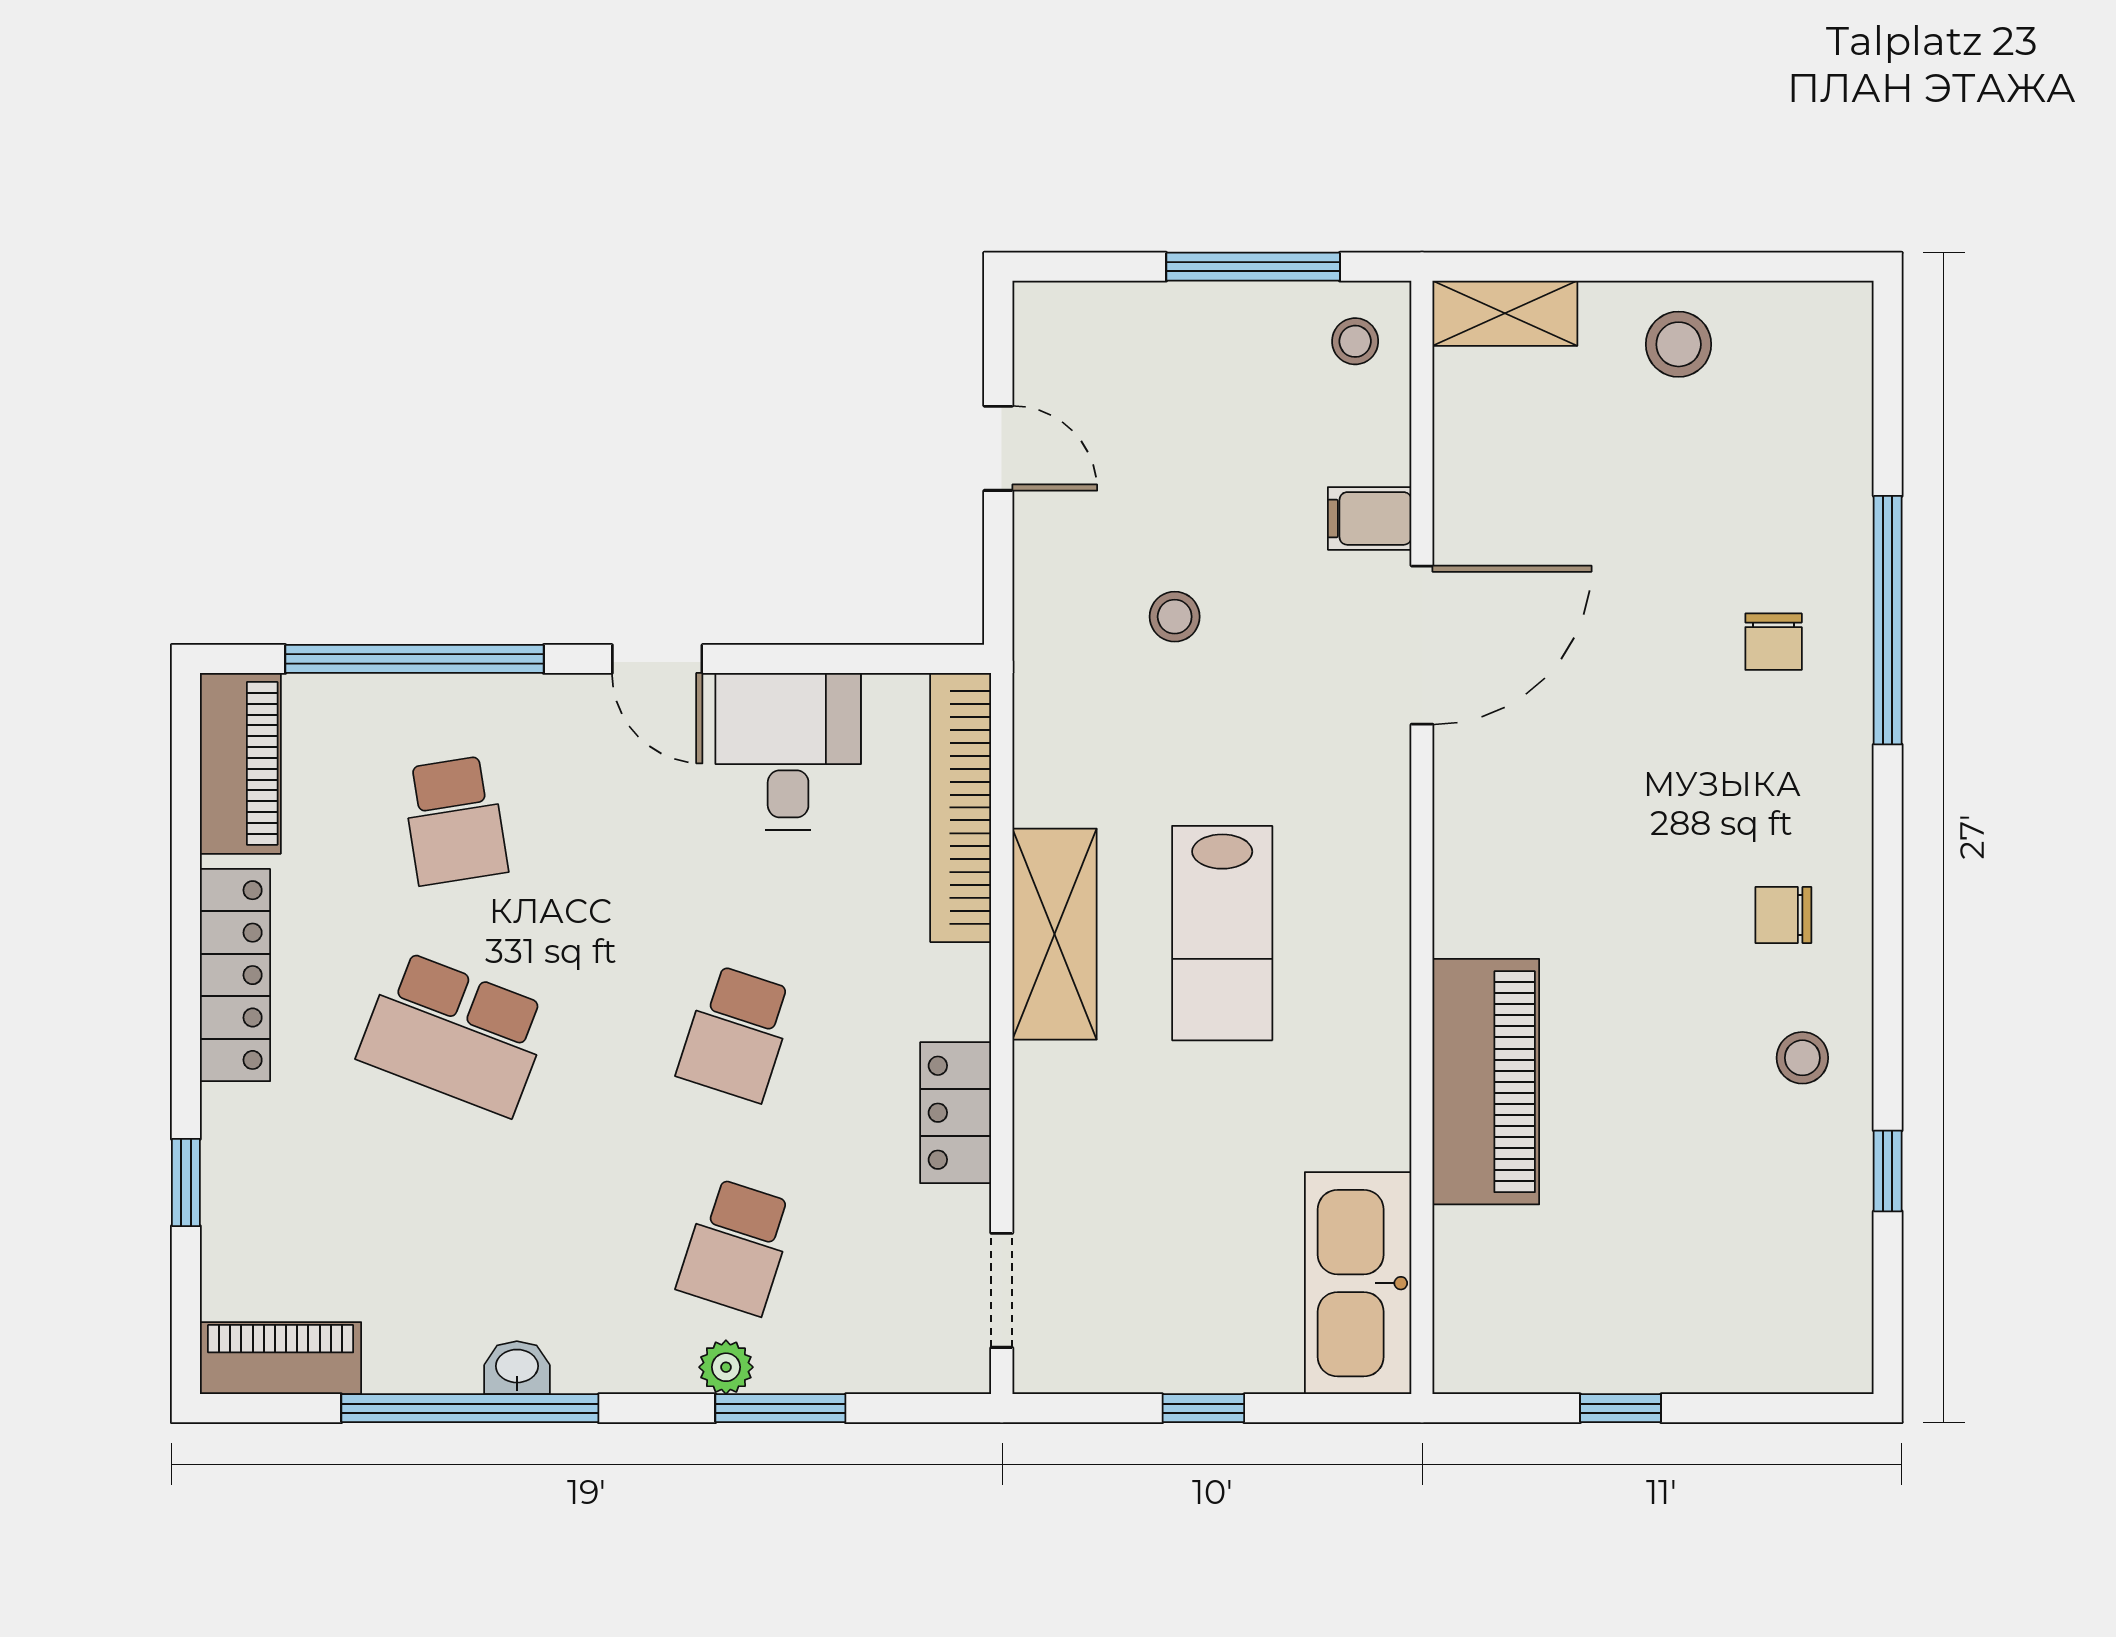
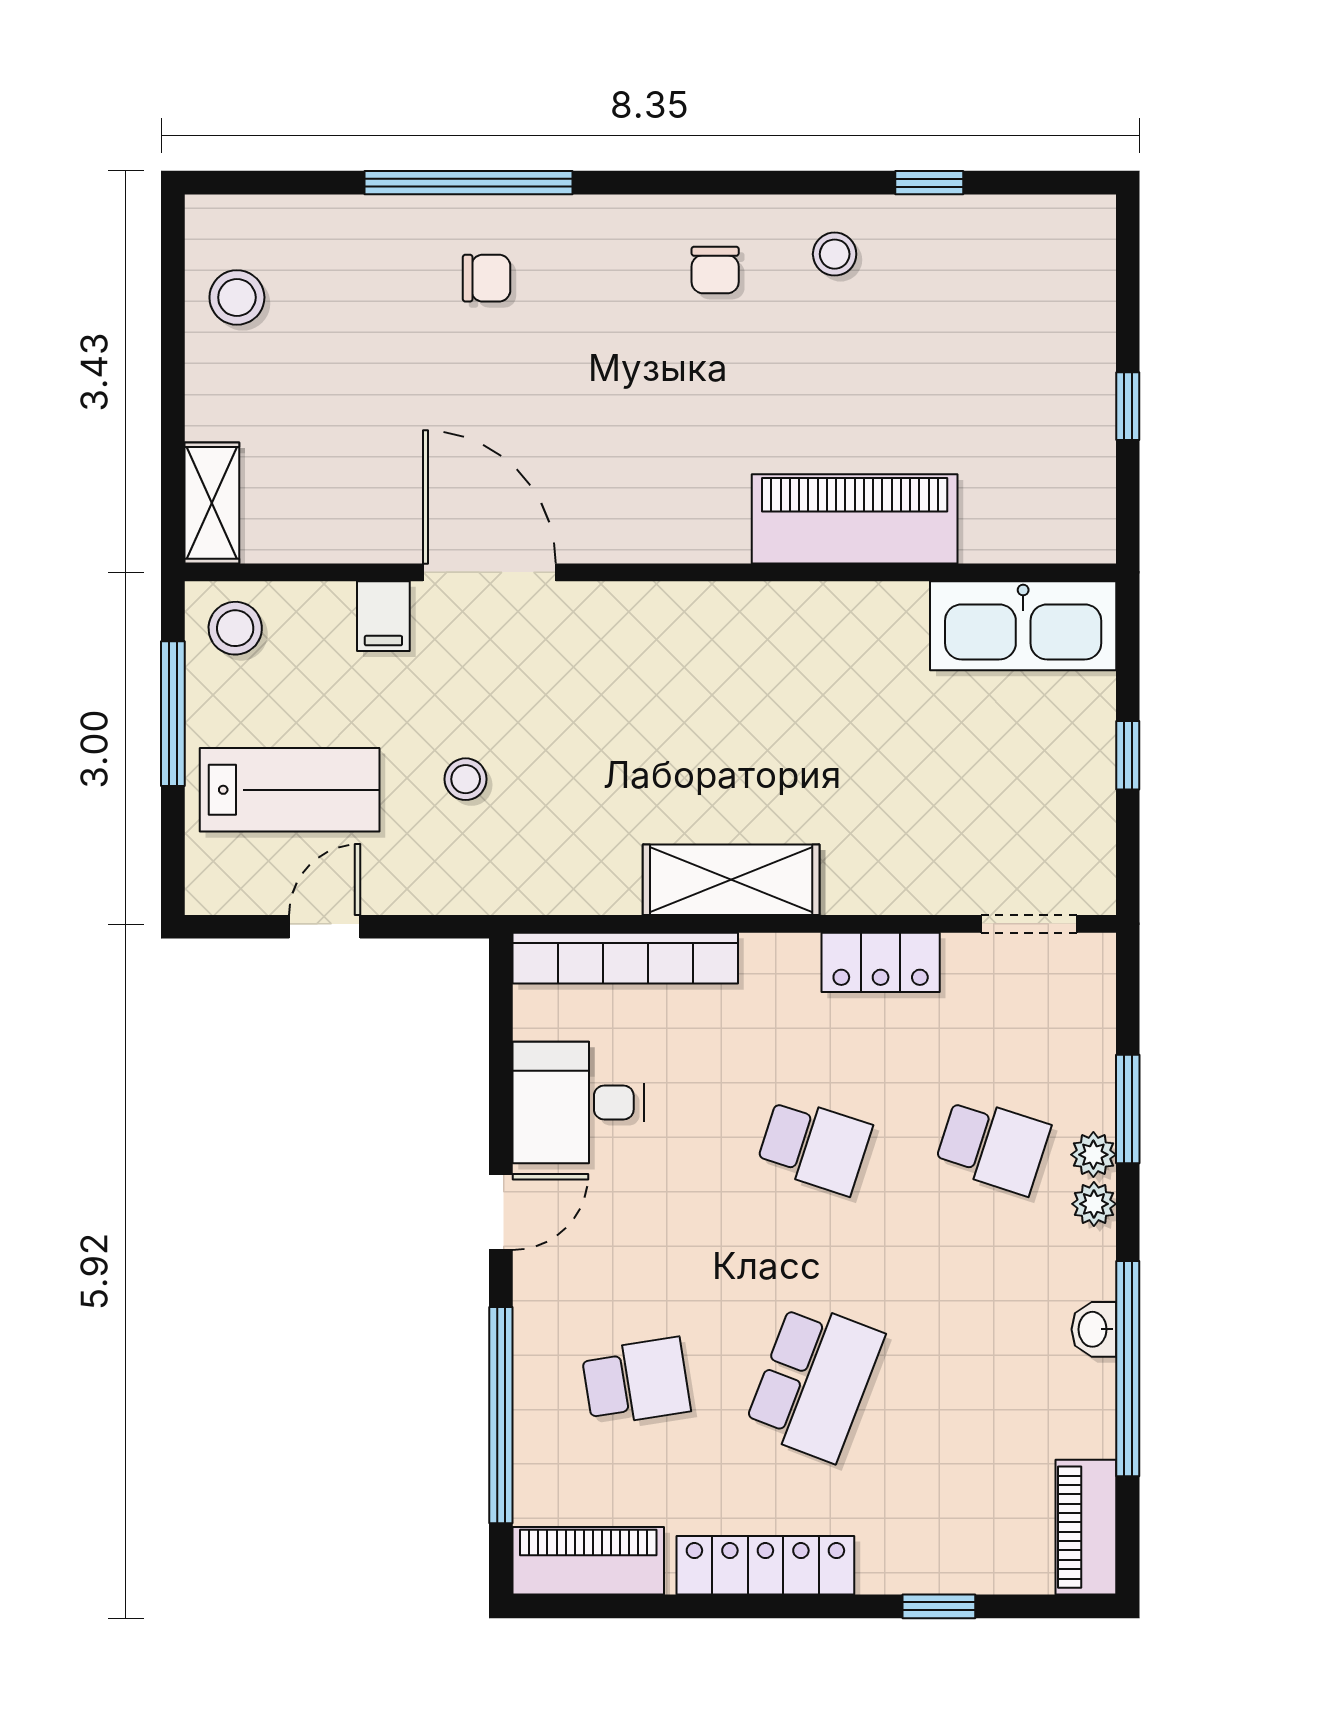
stool: (1355, 341) -> (235, 628), width x1.37, depth x1.37
stool: (1679, 344) -> (237, 297), moved
lab bench: (1222, 933) -> (290, 790), moved
plant: (667, 1368) -> (1094, 1204), added

